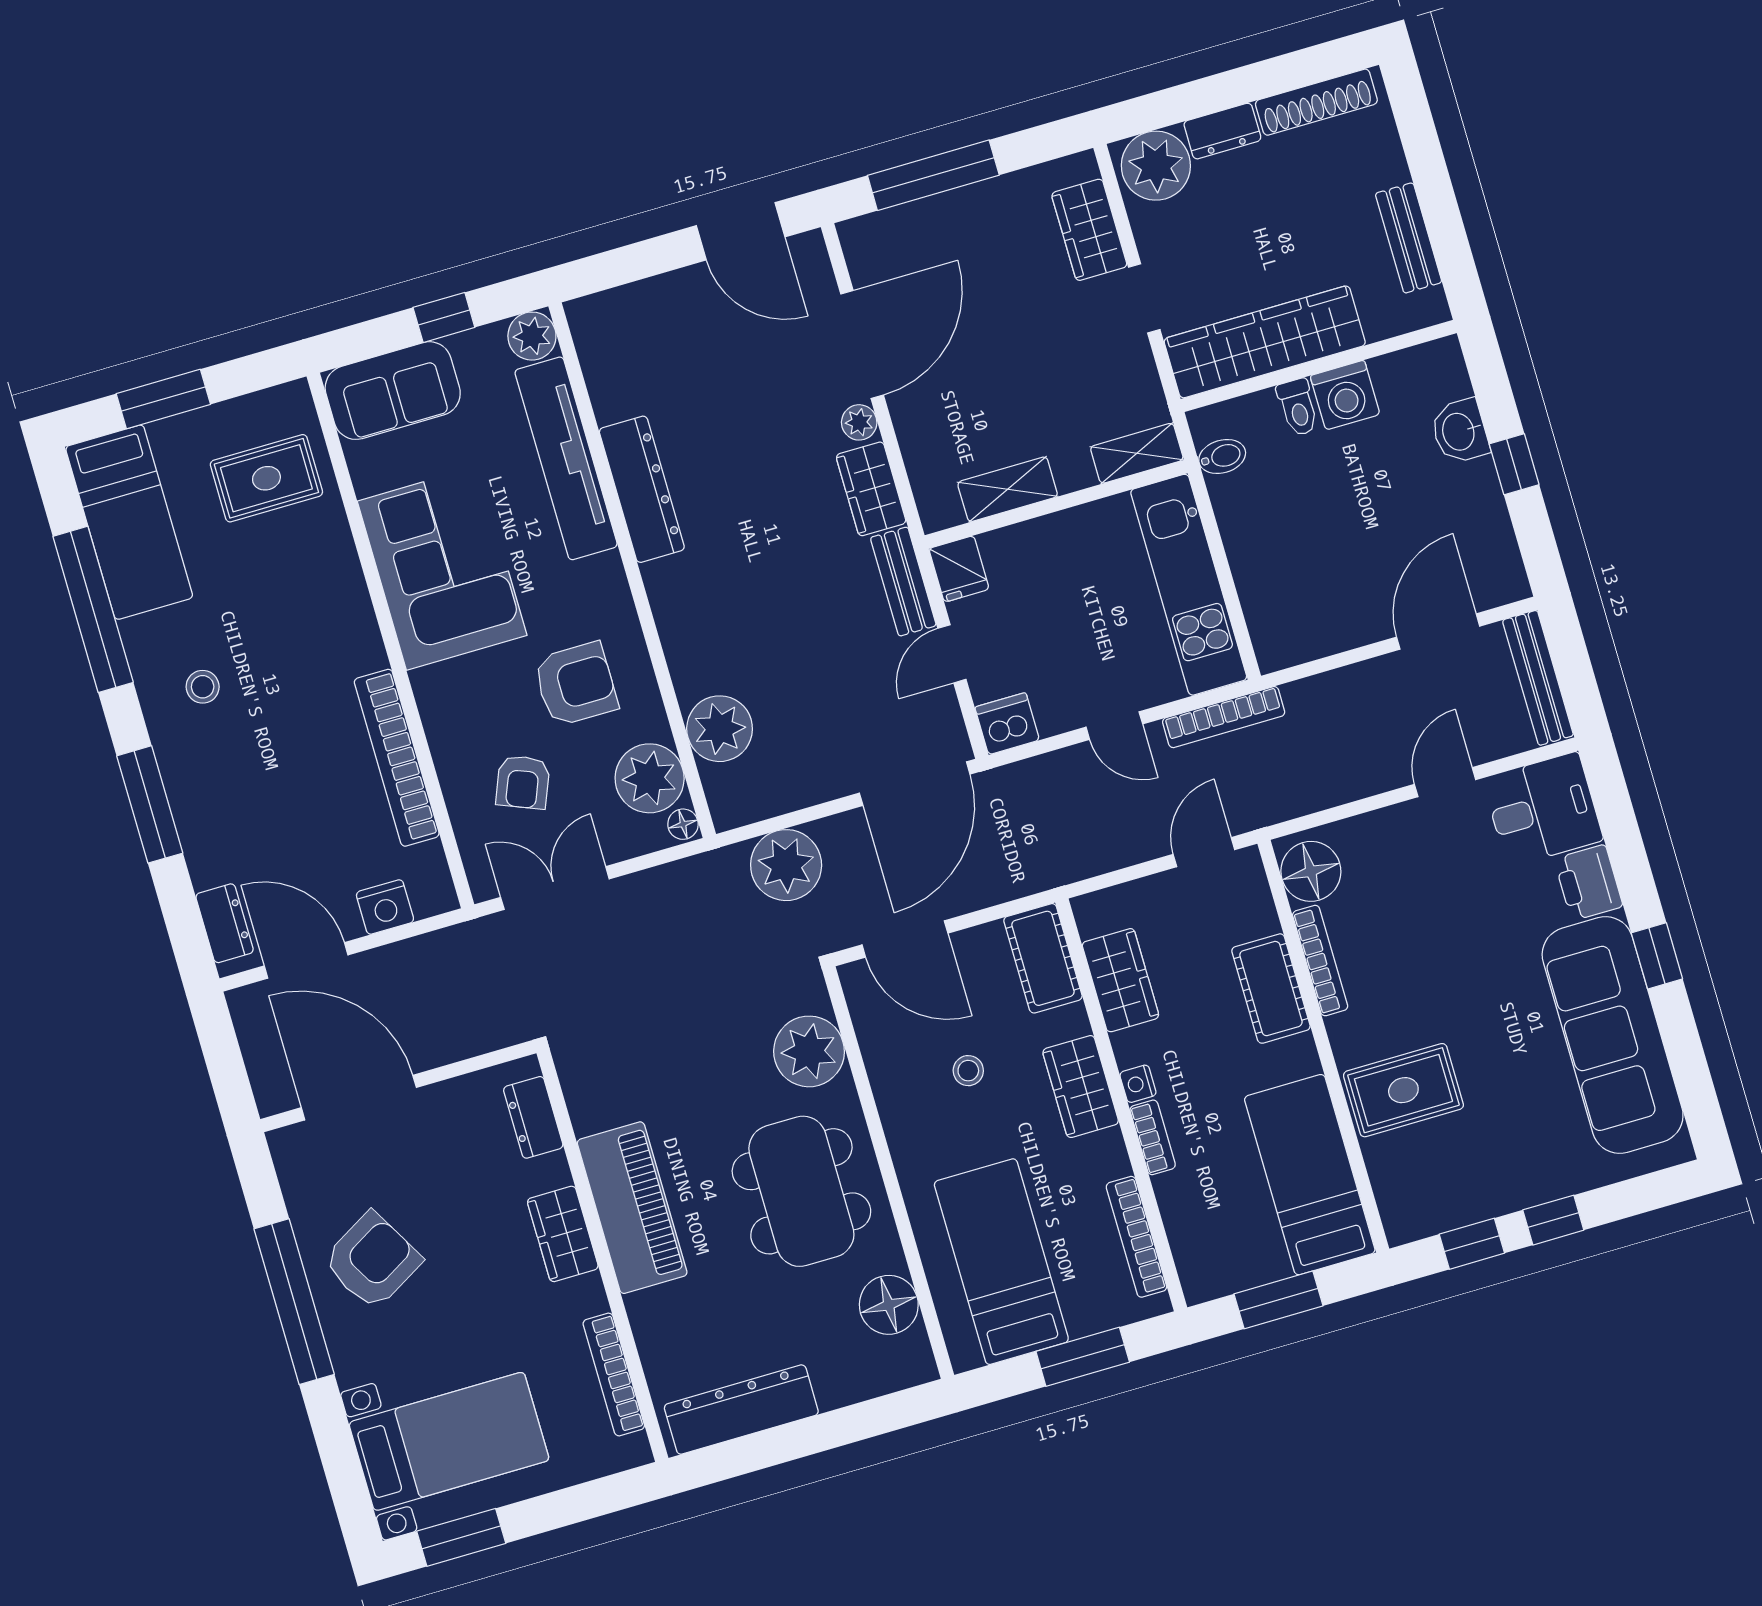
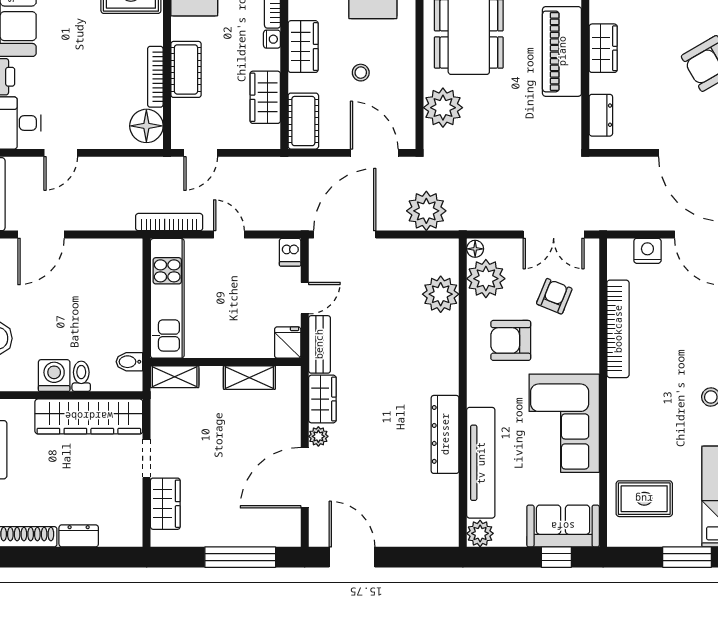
plant: (1156, 166) -> (120, 528), removed
window: (444, 317) -> (556, 557), moved
dishwasher: (1007, 724) -> (290, 252), width x0.73

